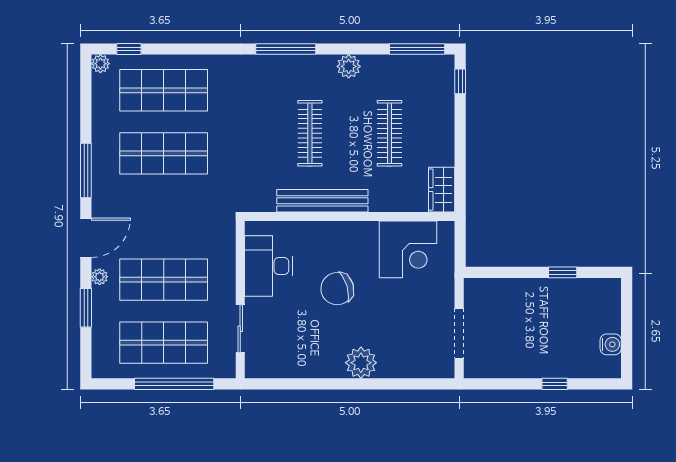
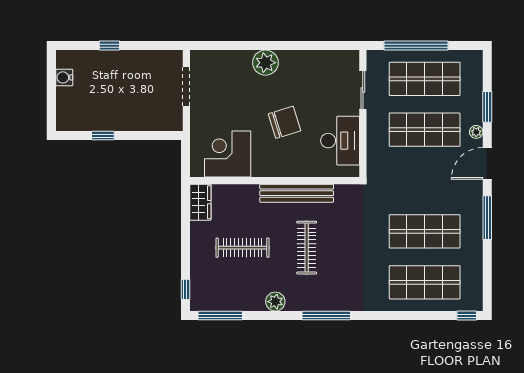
window: (129, 49) -> (467, 316), moved
plant: (100, 64) -> (475, 304), removed
clothes rail: (389, 133) -> (242, 248), turned 90

